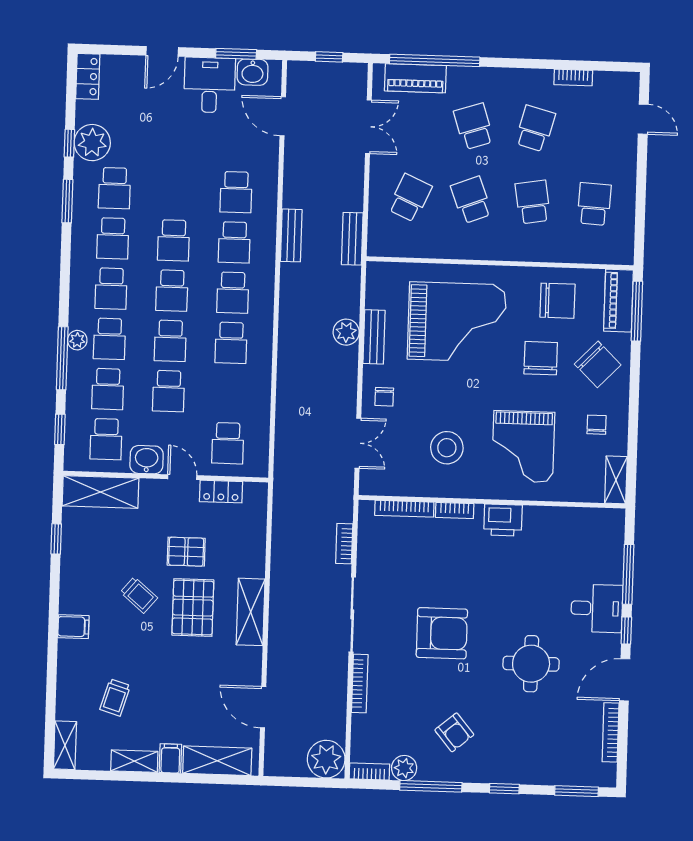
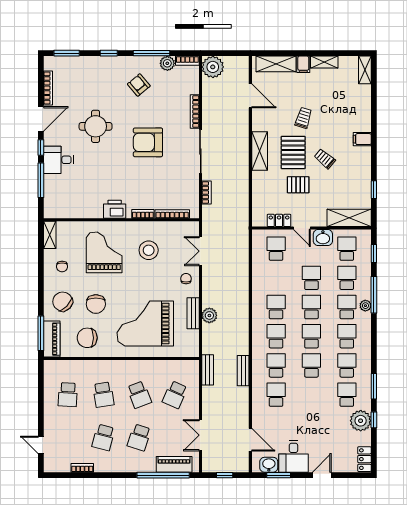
school desk: (474, 126) -> (139, 437), turned 36
trolley: (115, 698) -> (303, 118), moved

